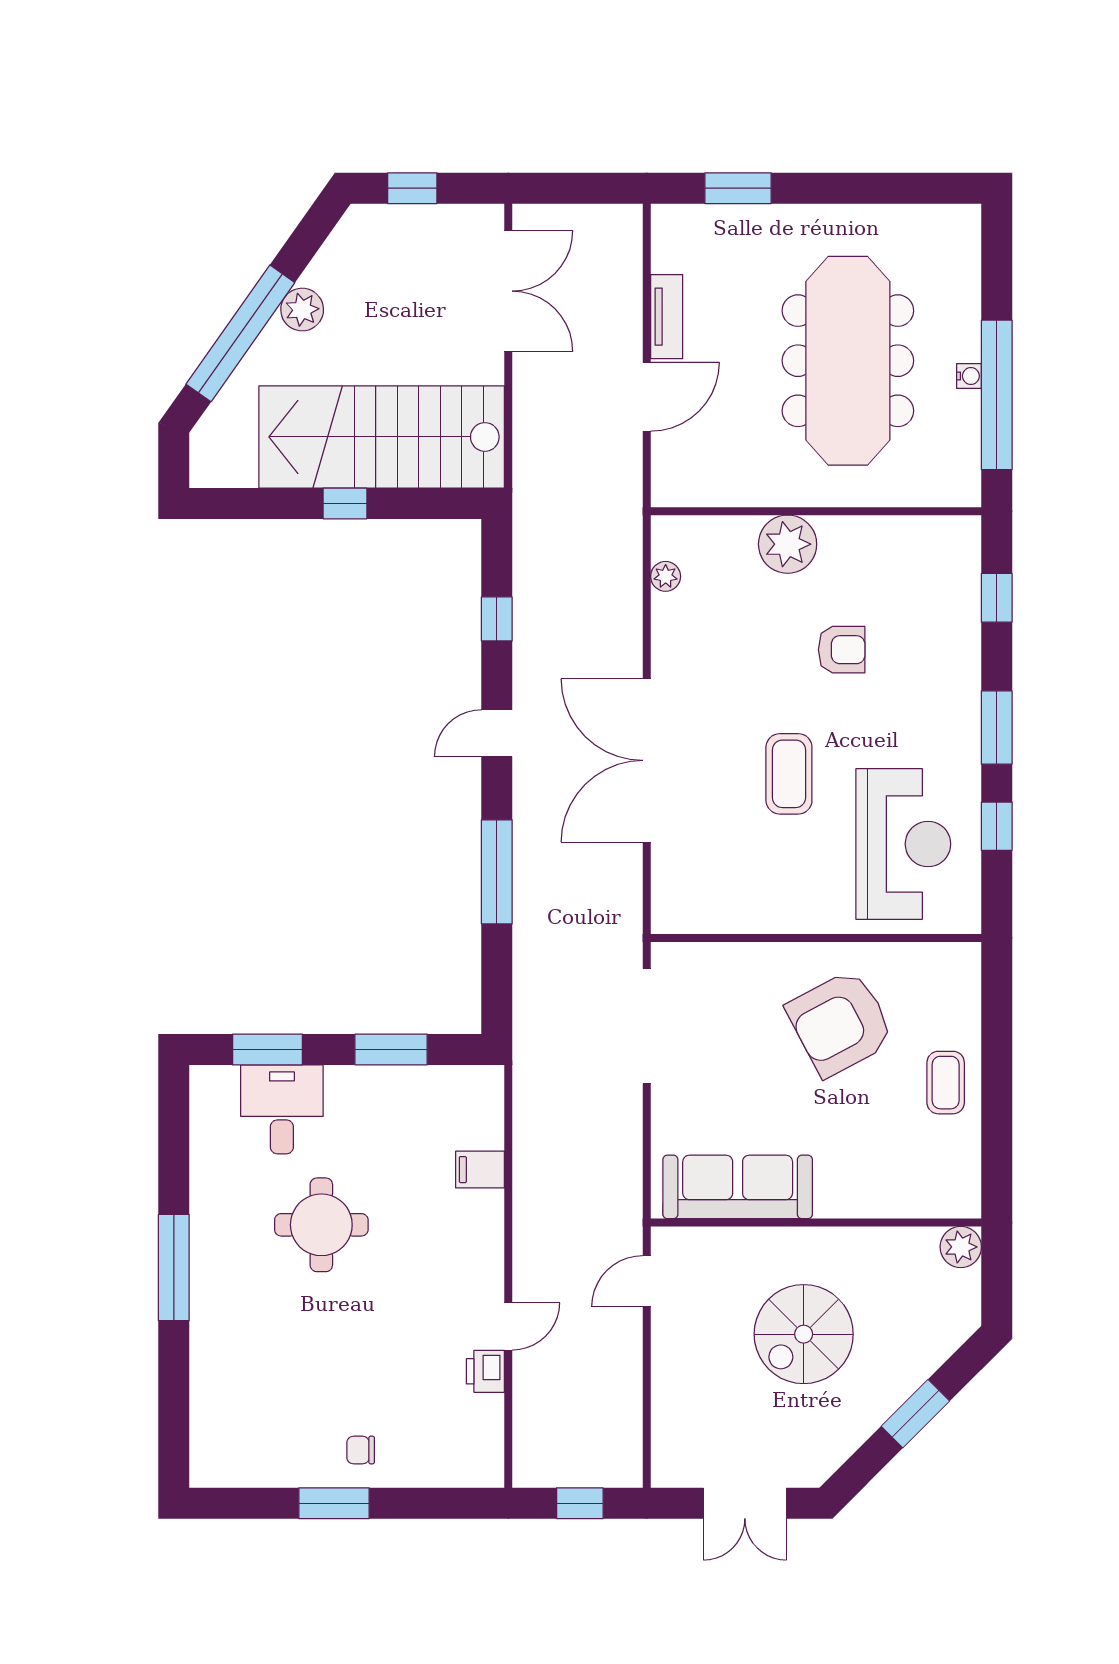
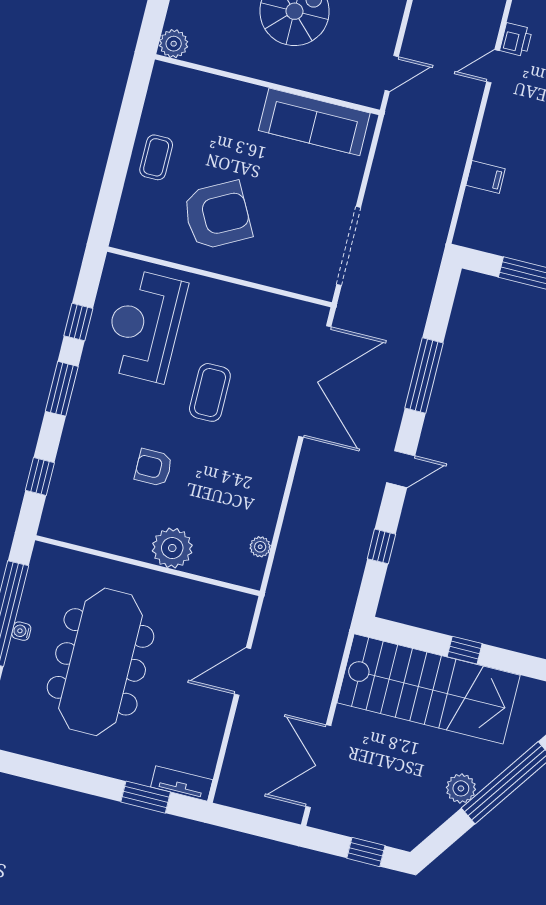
tv unit: (667, 317) -> (182, 783), moved, turned 90
double door: (647, 760) -> (315, 382), moved

